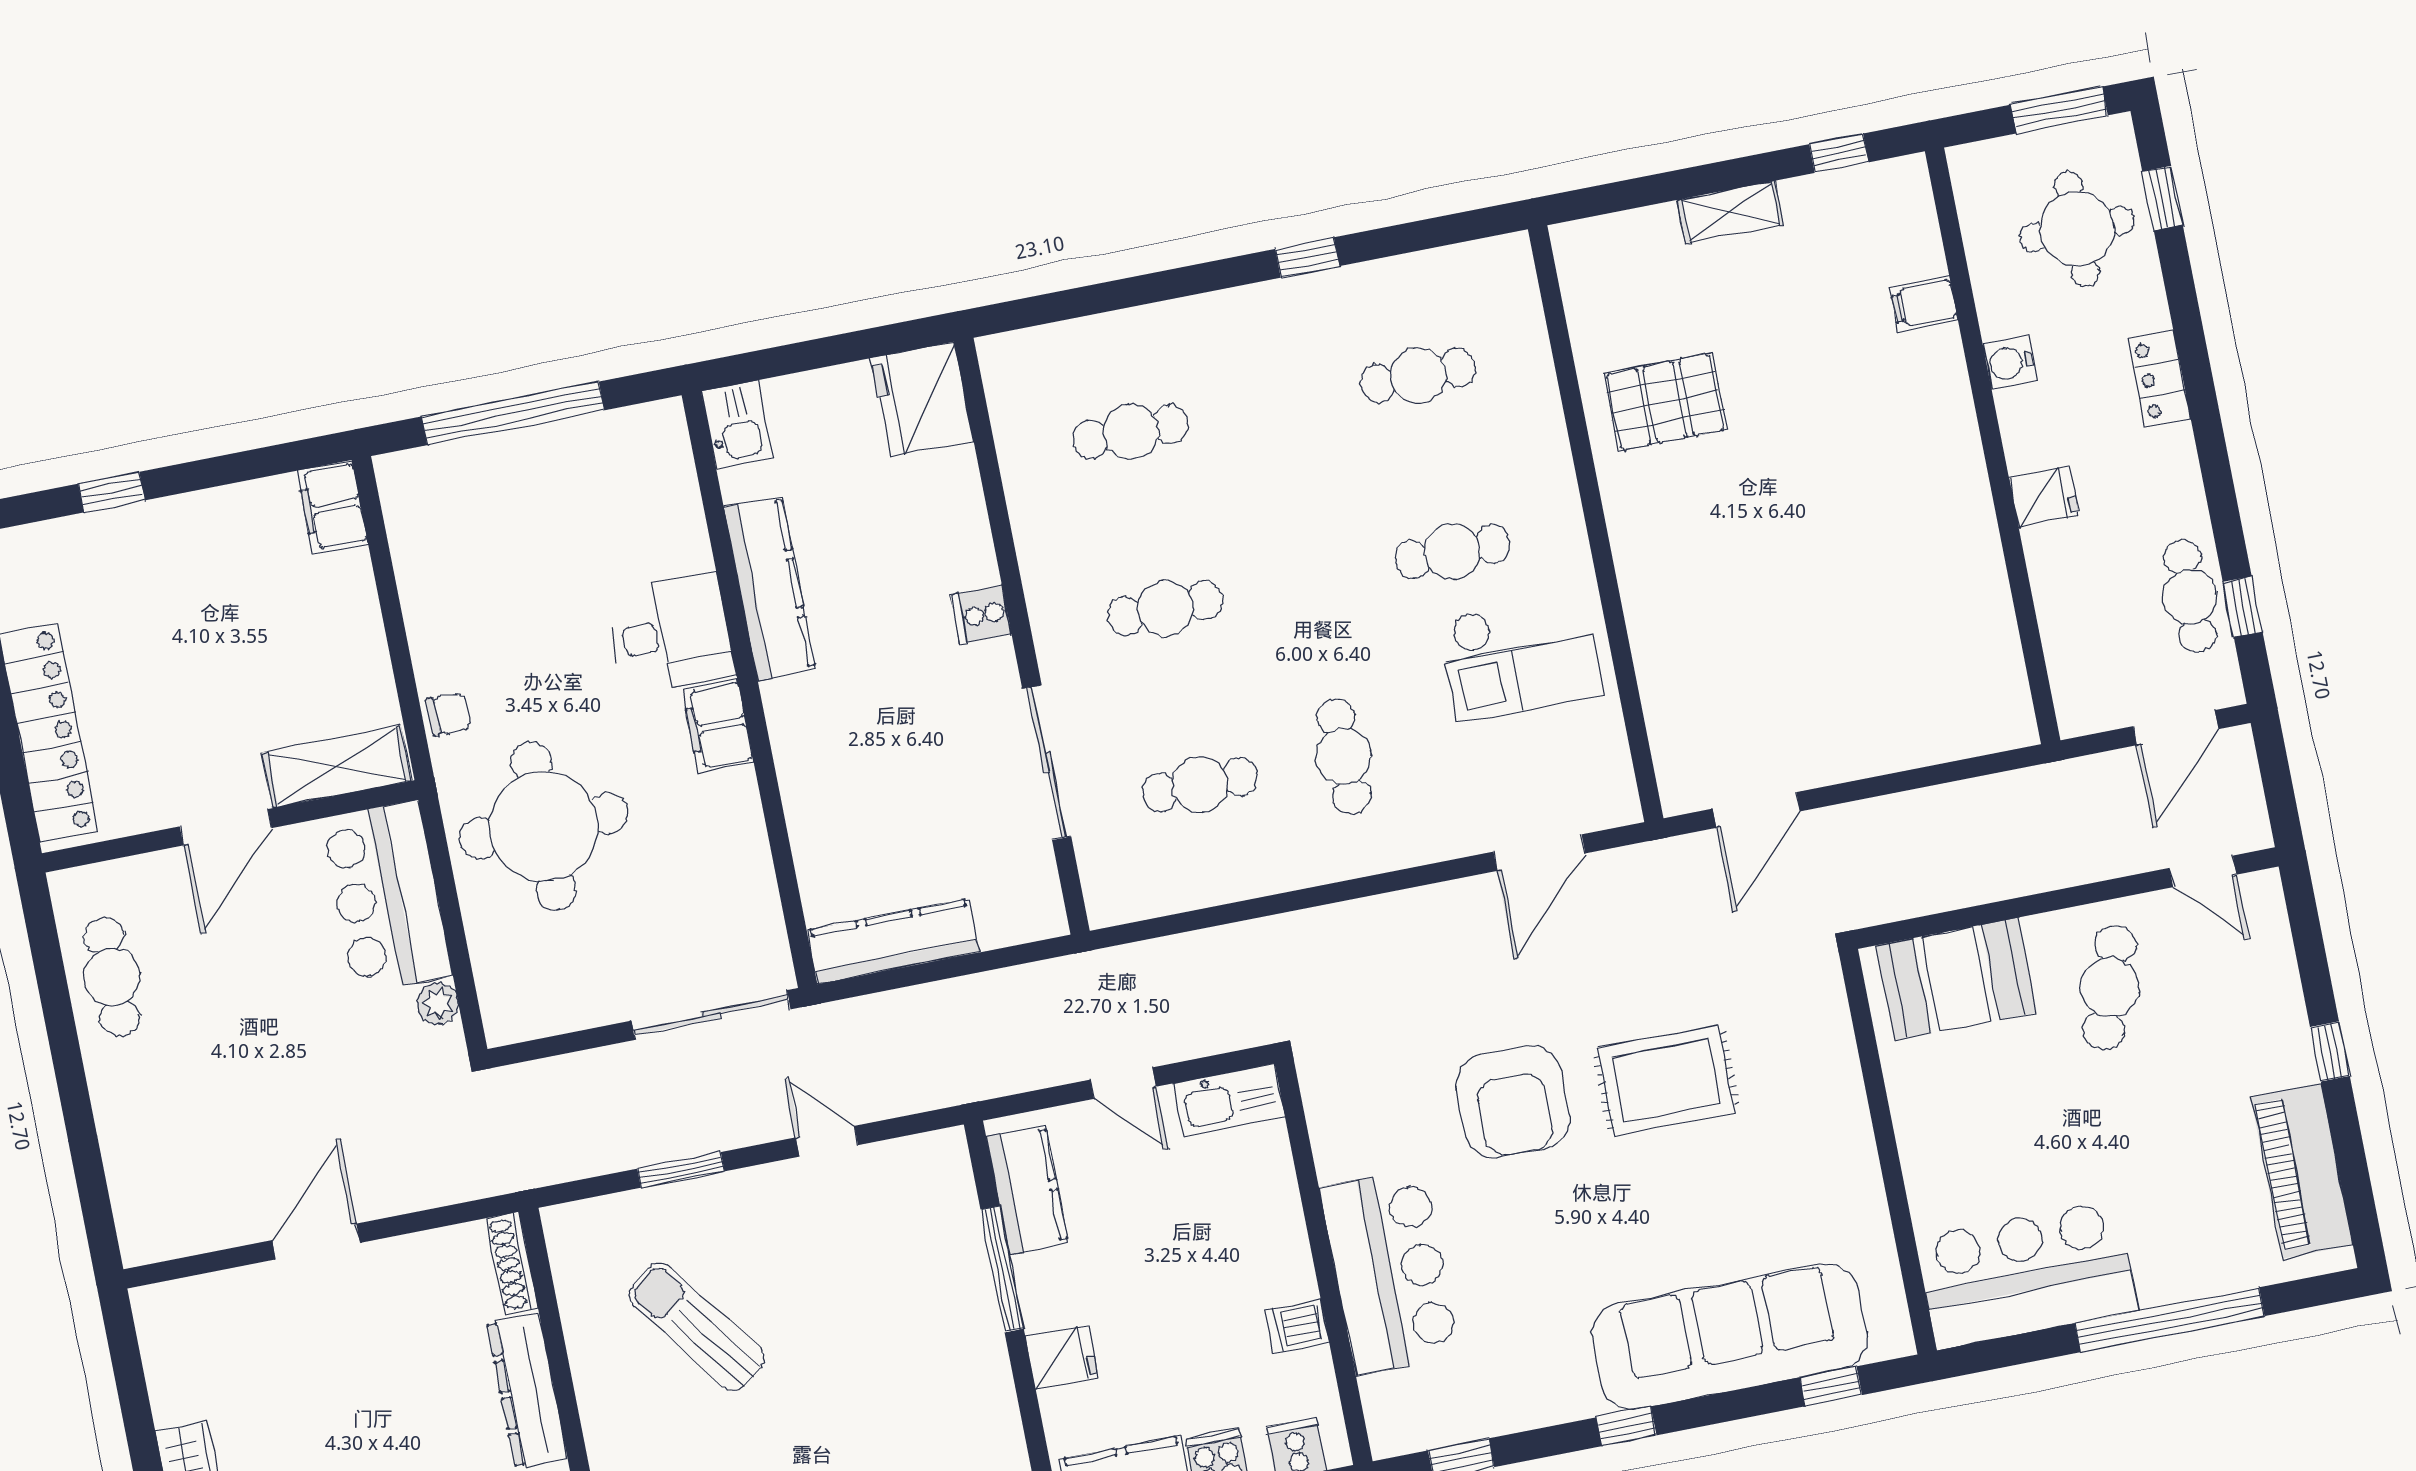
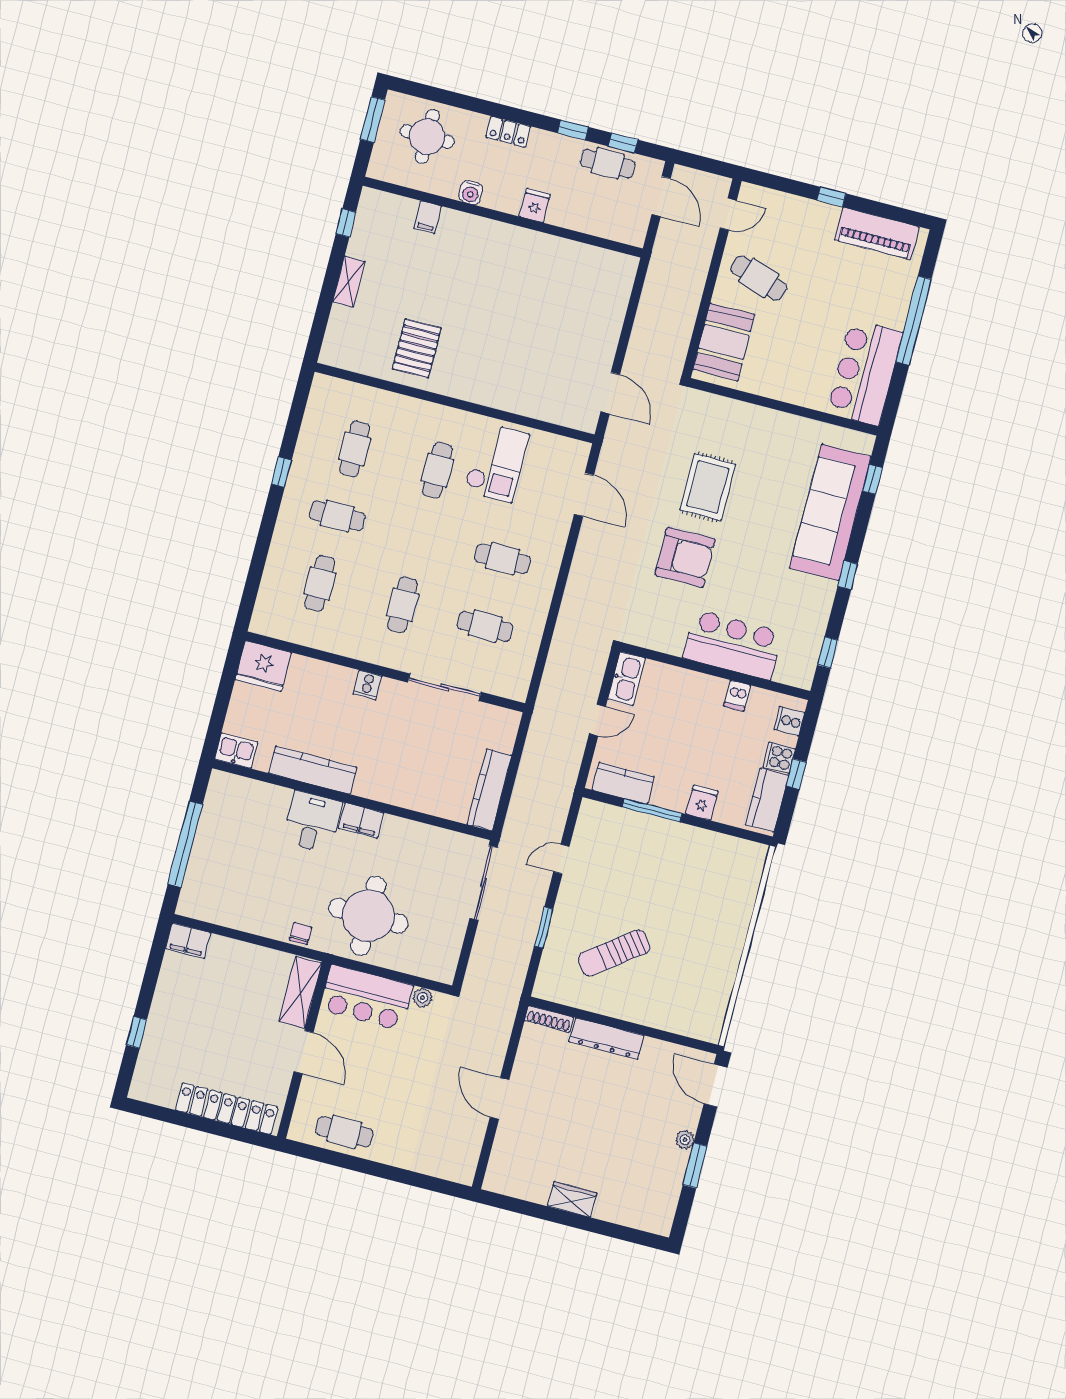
window: (2163, 198) -> (573, 130), moved
cafe table: (1274, 404) -> (337, 516), added
cafe table: (1200, 784) -> (485, 626), turned 90

